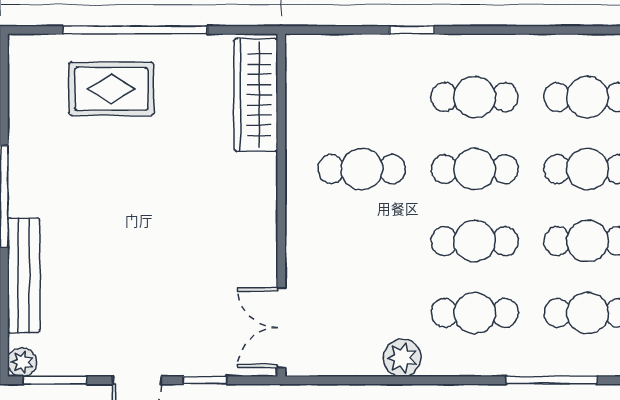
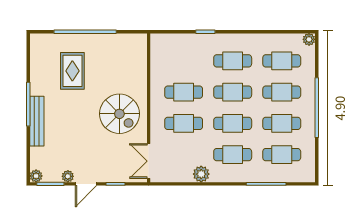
rug: (111, 89) -> (72, 71), moved, turned 90
wardrobe: (256, 95) -> (138, 60), removed
spiral stairs: (214, 219) -> (119, 114), added
cafe table: (362, 241) -> (184, 123), added
bench: (24, 275) -> (37, 121), moved
plant: (95, 363) -> (68, 176), added

